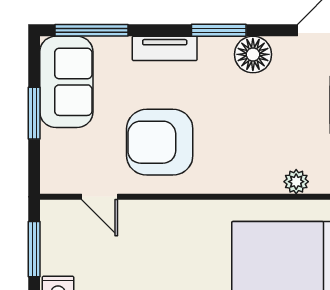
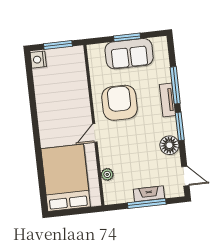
window: (91, 30) -> (175, 85), moved
sofa: (66, 82) -> (129, 54), moved
door: (100, 197) -> (95, 133), moved

